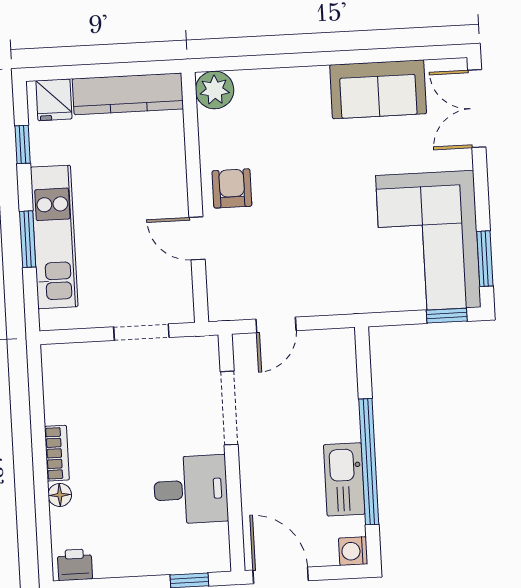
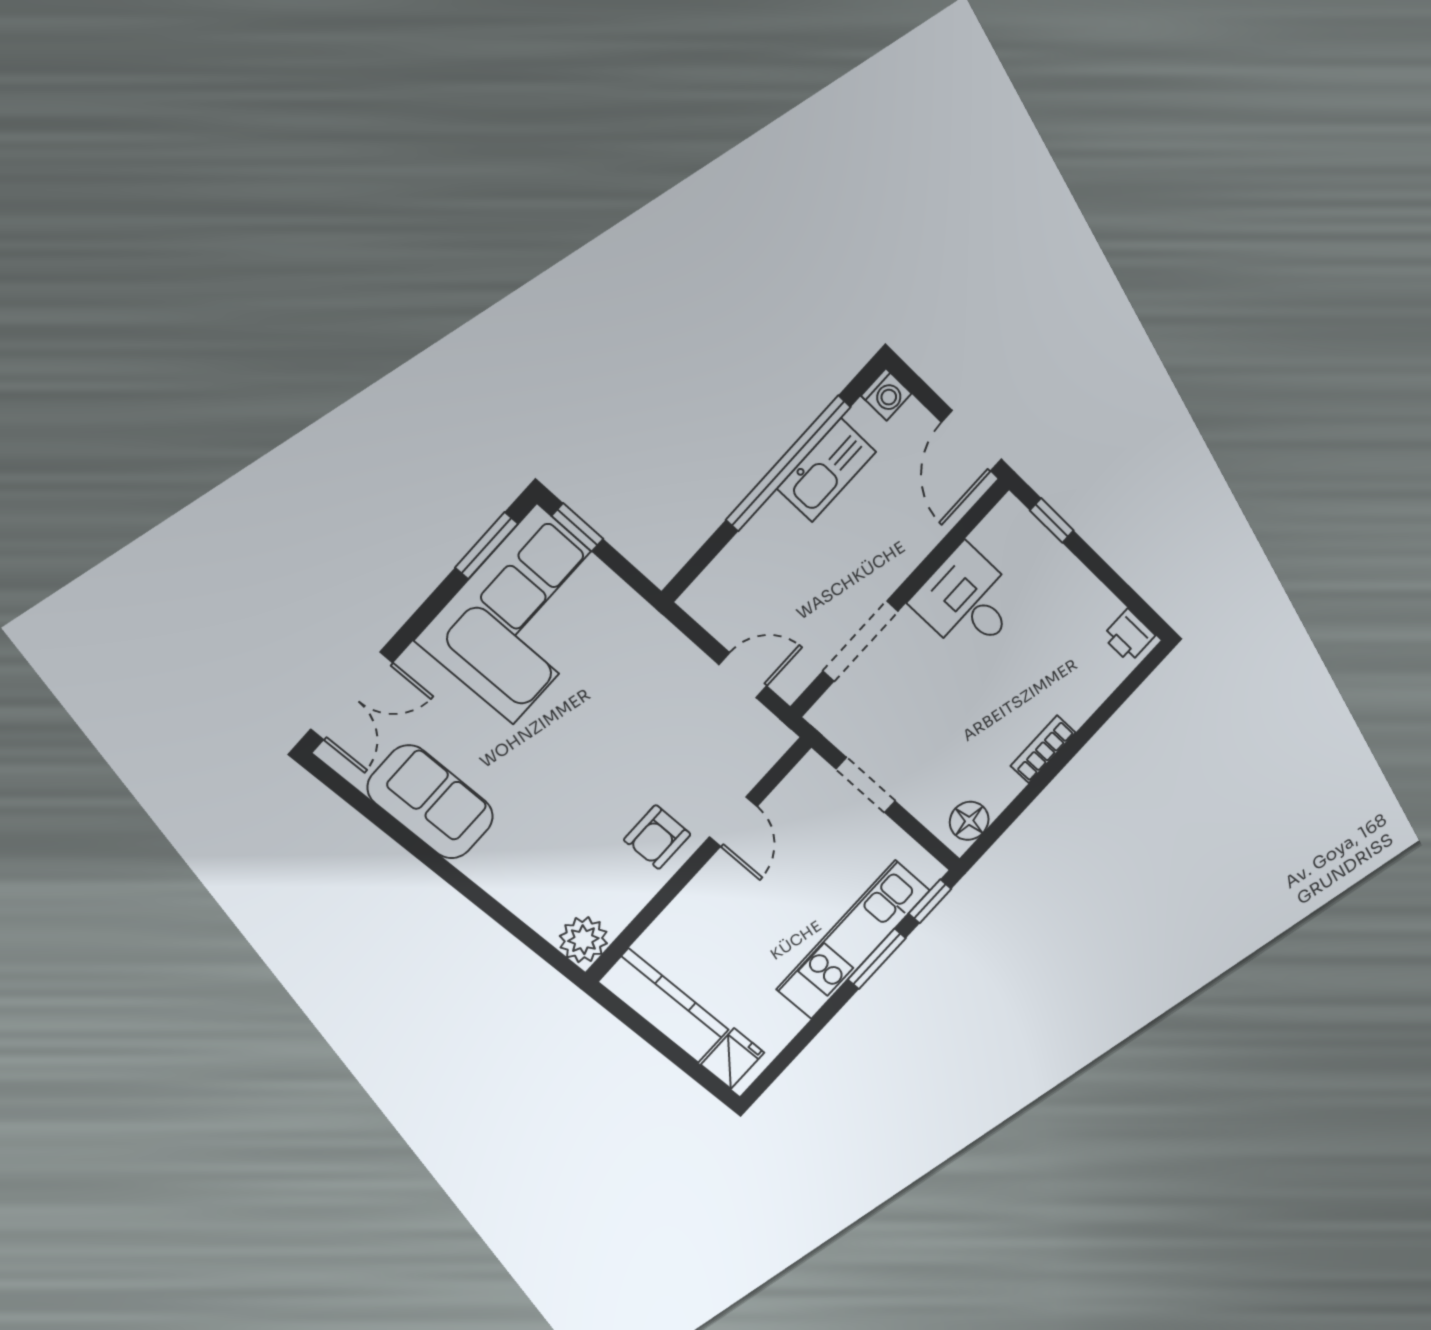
window: (23, 144) -> (930, 901), moved
floor lamp: (60, 495) -> (969, 821), moved, width x1.37, depth x1.37

